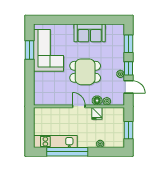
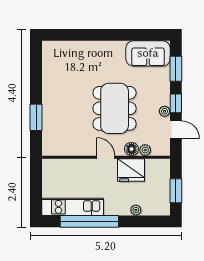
sofa: (90, 33) -> (148, 53), moved
window: (30, 50) -> (36, 117), moved
corner sofa: (49, 50) -> (63, 78), removed
dining table: (85, 72) -> (115, 108), width x1.38
fridge: (97, 113) -> (131, 170), width x1.88, depth x1.34

